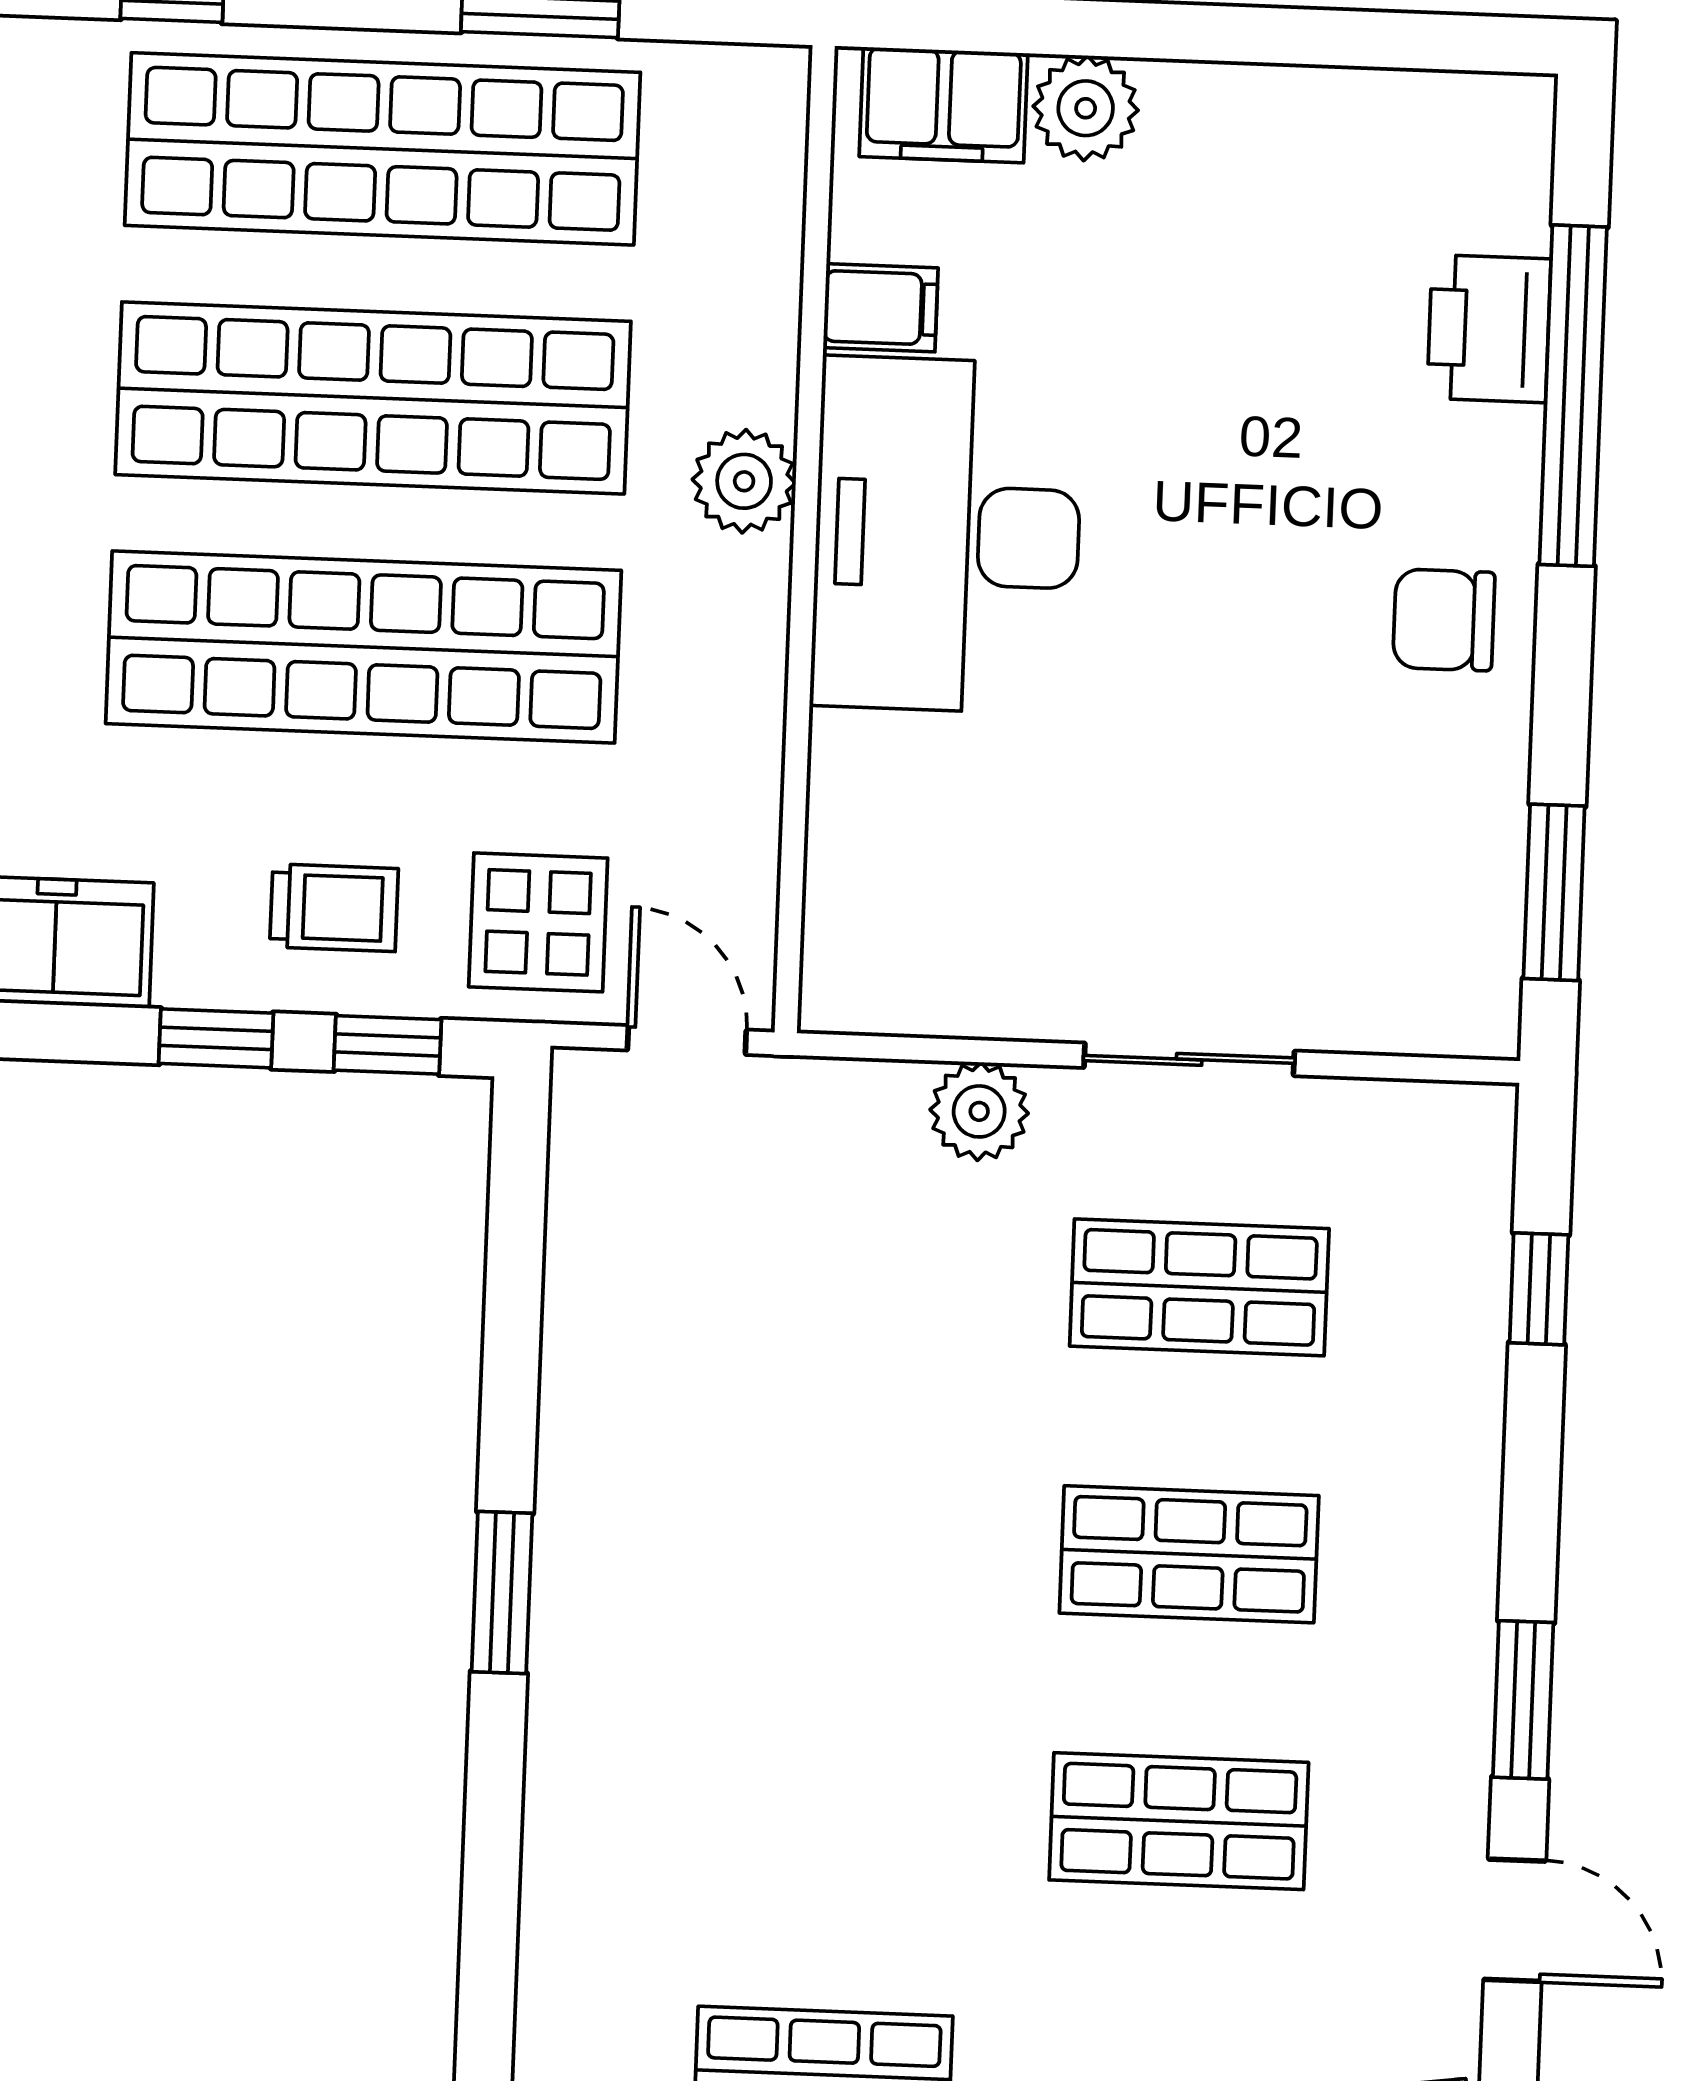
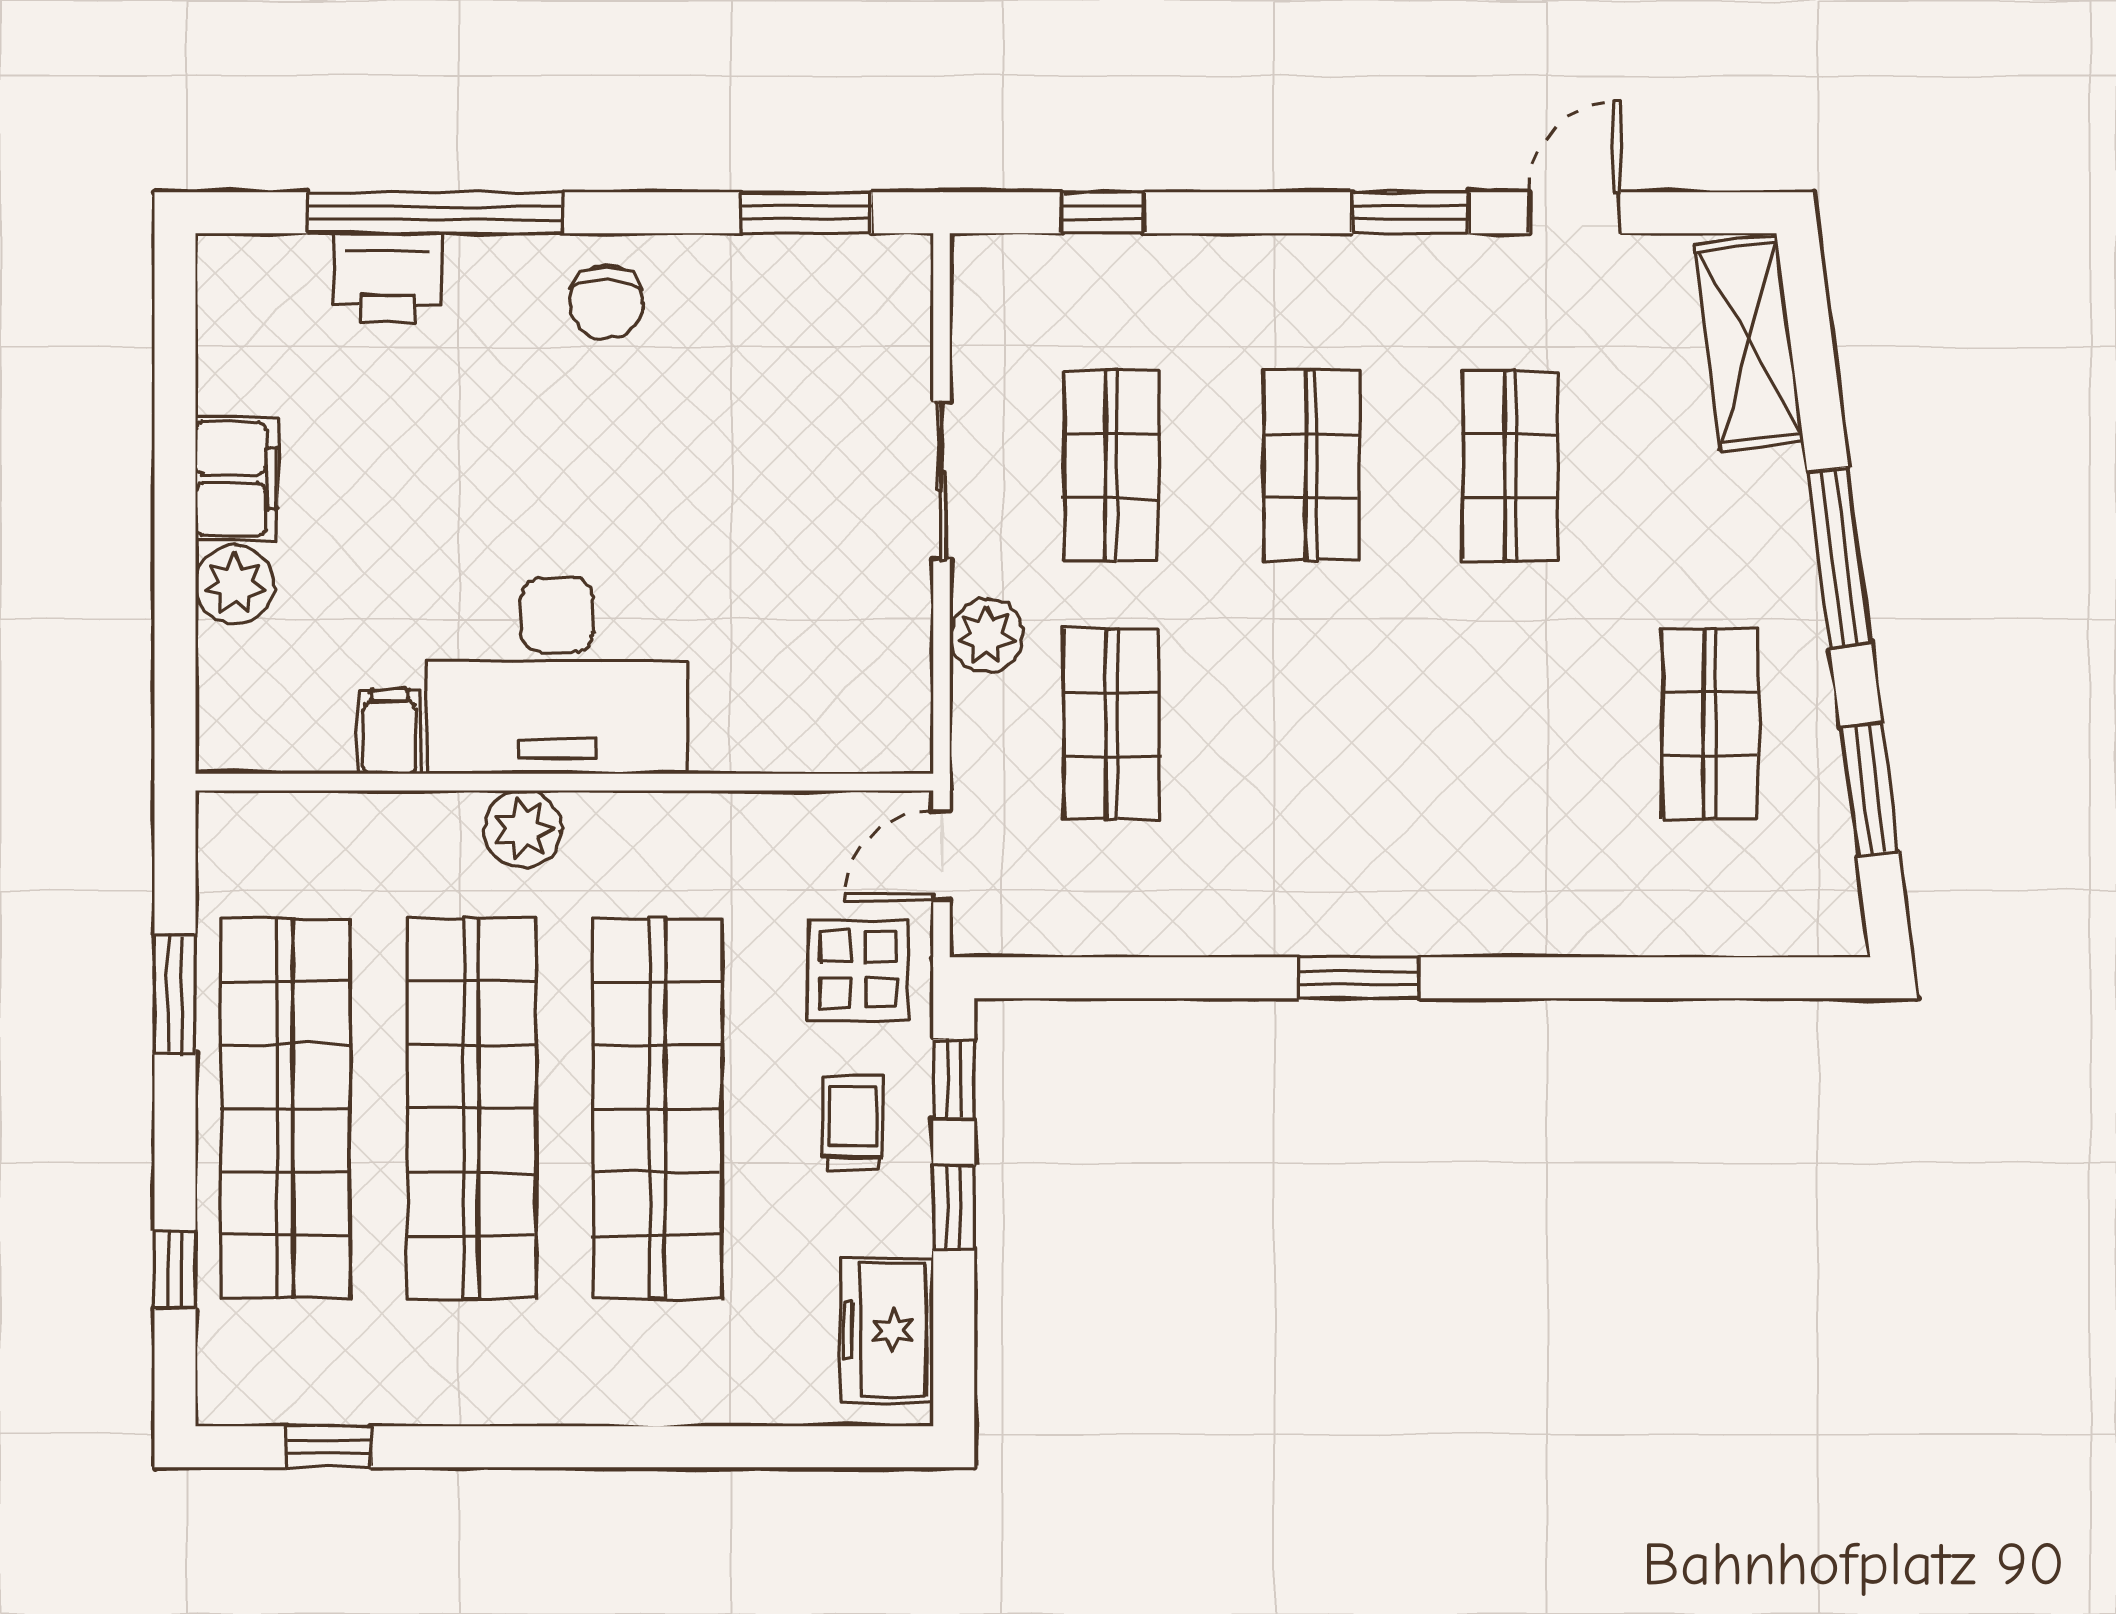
filing cabinet: (943, 105) -> (236, 479), moved
shop shelf: (854, 1274) -> (1111, 724), added

